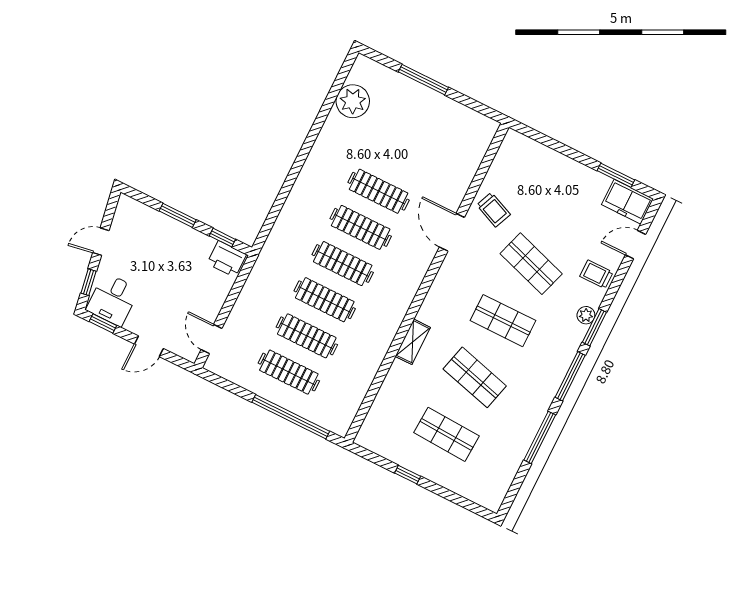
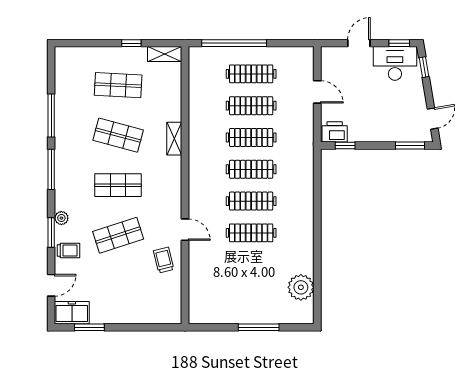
trolley: (493, 210) -> (164, 260), turned 53
window: (178, 215) -> (410, 146), moved
door: (452, 232) -> (185, 230), width x0.73
door: (101, 242) -> (433, 119), moved
shop shelf: (531, 264) -> (118, 235), turned -36
desk: (113, 299) -> (395, 63), width x1.37
window: (594, 327) -> (51, 233), moved
door: (212, 339) -> (317, 92), moved
shelving: (376, 443) -> (165, 54), added

